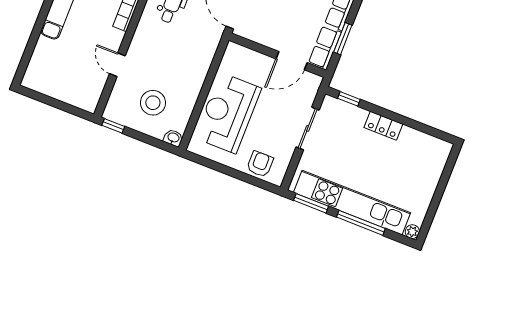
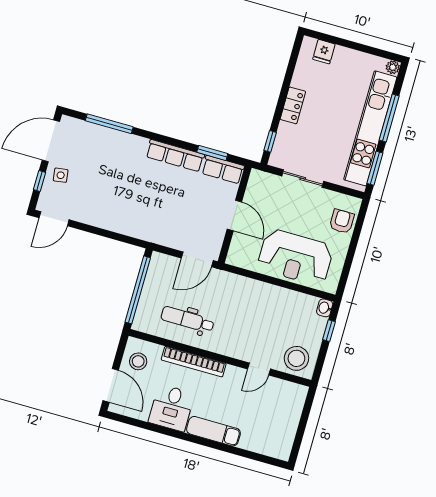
door: (292, 61) -> (234, 215), moved
stool: (153, 103) -> (296, 358), moved
window: (113, 126) -> (329, 331), moved
fridge: (435, 163) -> (324, 52), added
armchair: (260, 164) -> (342, 221), turned 90

